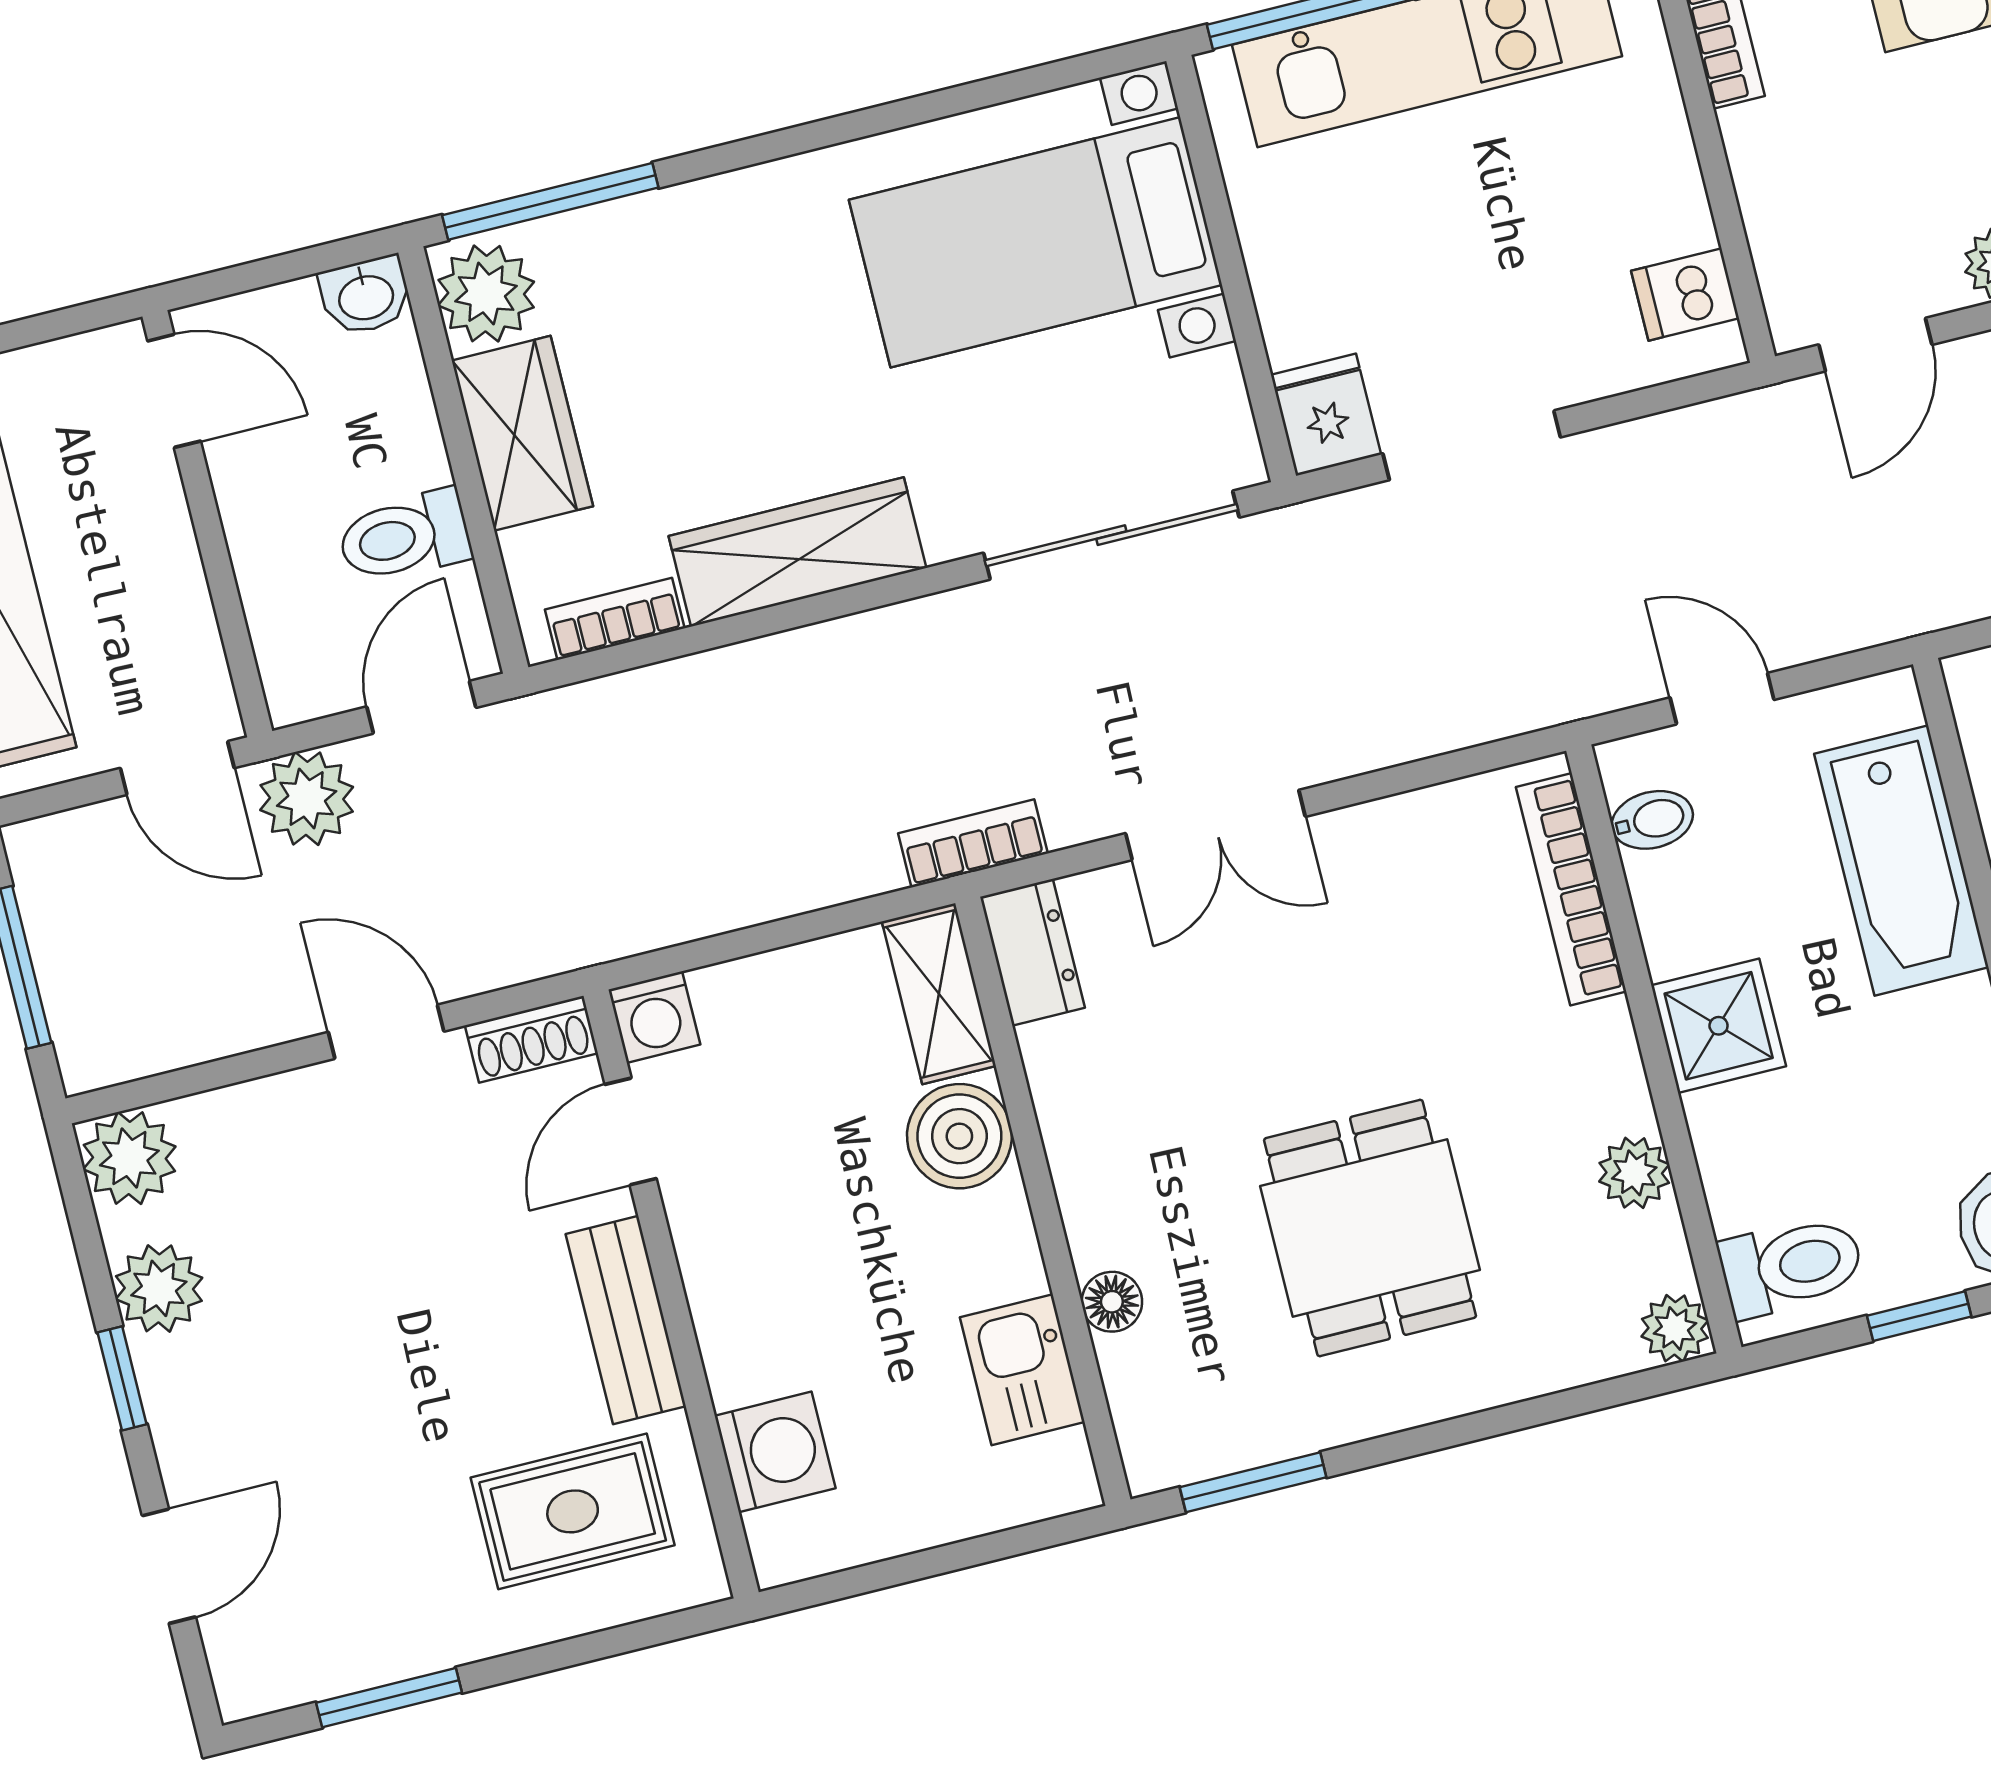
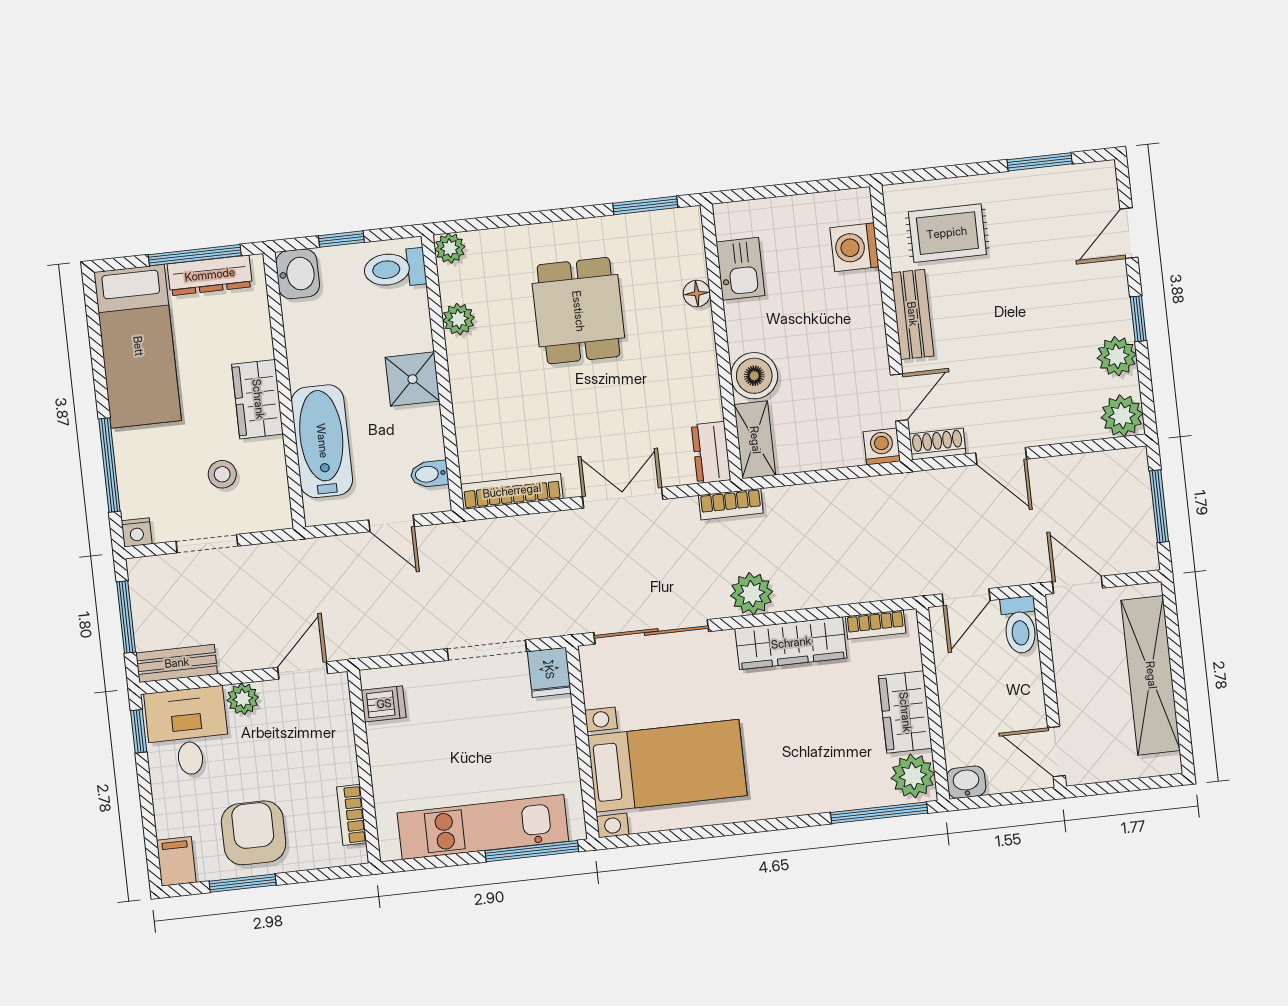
toilet: (404, 537) -> (1020, 625), moved, turned 90
plant: (307, 798) -> (752, 594), moved
bookcase: (1571, 889) -> (512, 491), moved, turned -90

